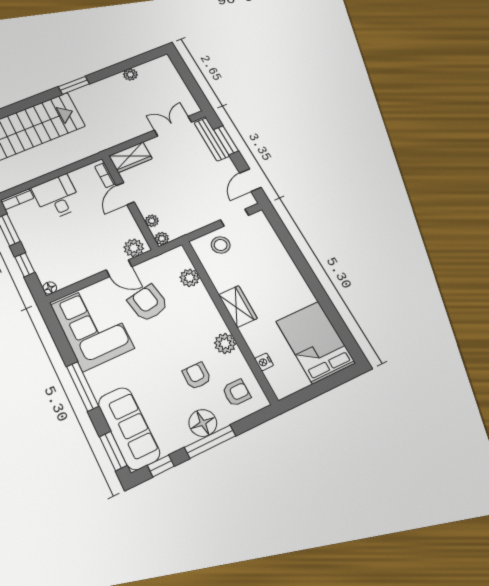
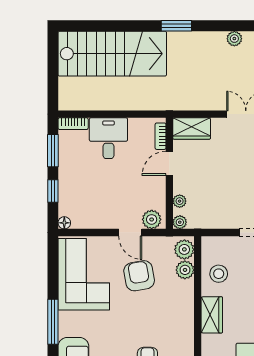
stool: (221, 245) -> (219, 274), moved
plant: (225, 343) -> (184, 249), moved

